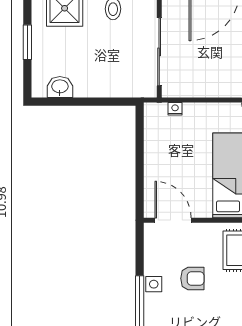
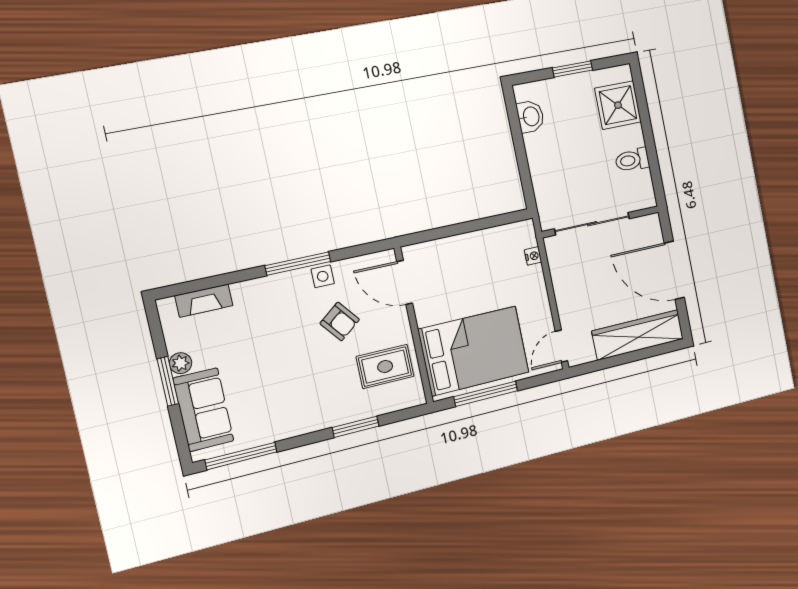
door: (173, 220) -> (405, 282), swing flipped
armchair: (192, 278) -> (340, 322), turned -38

